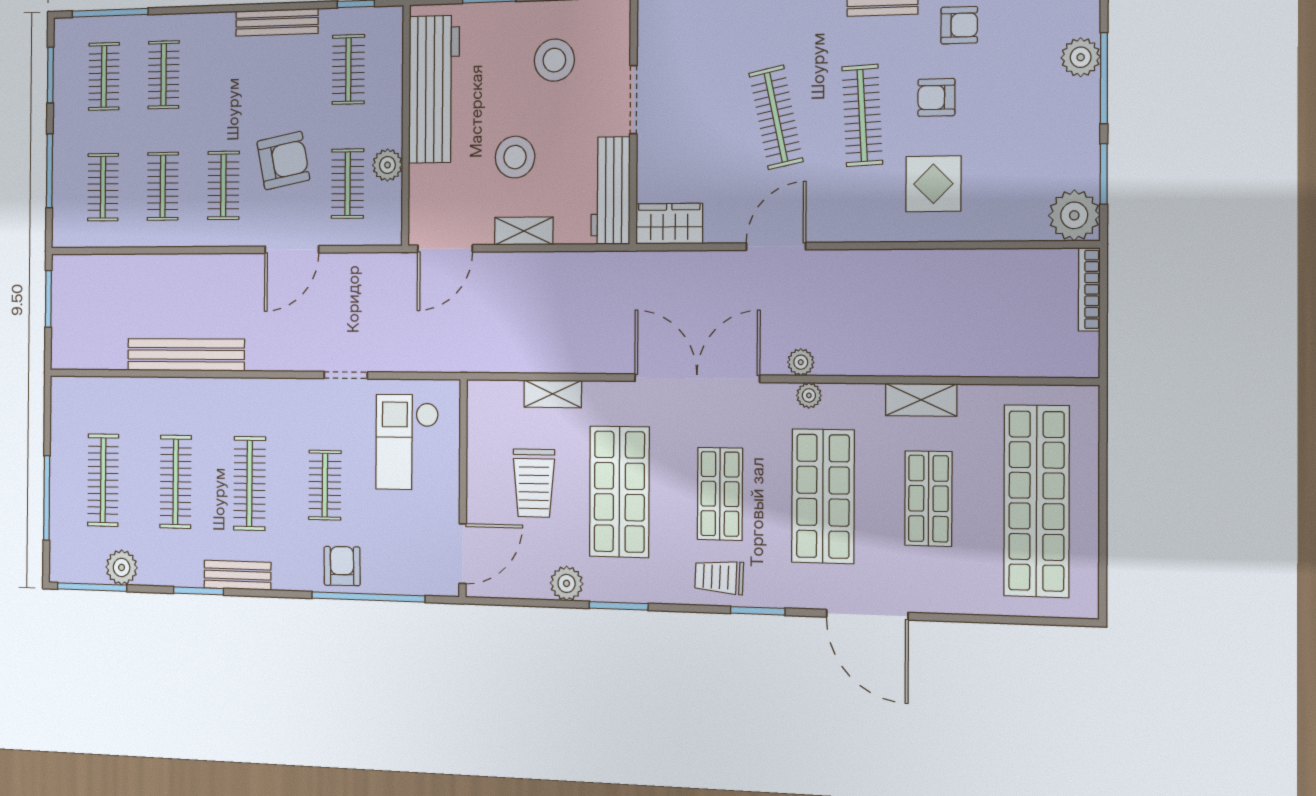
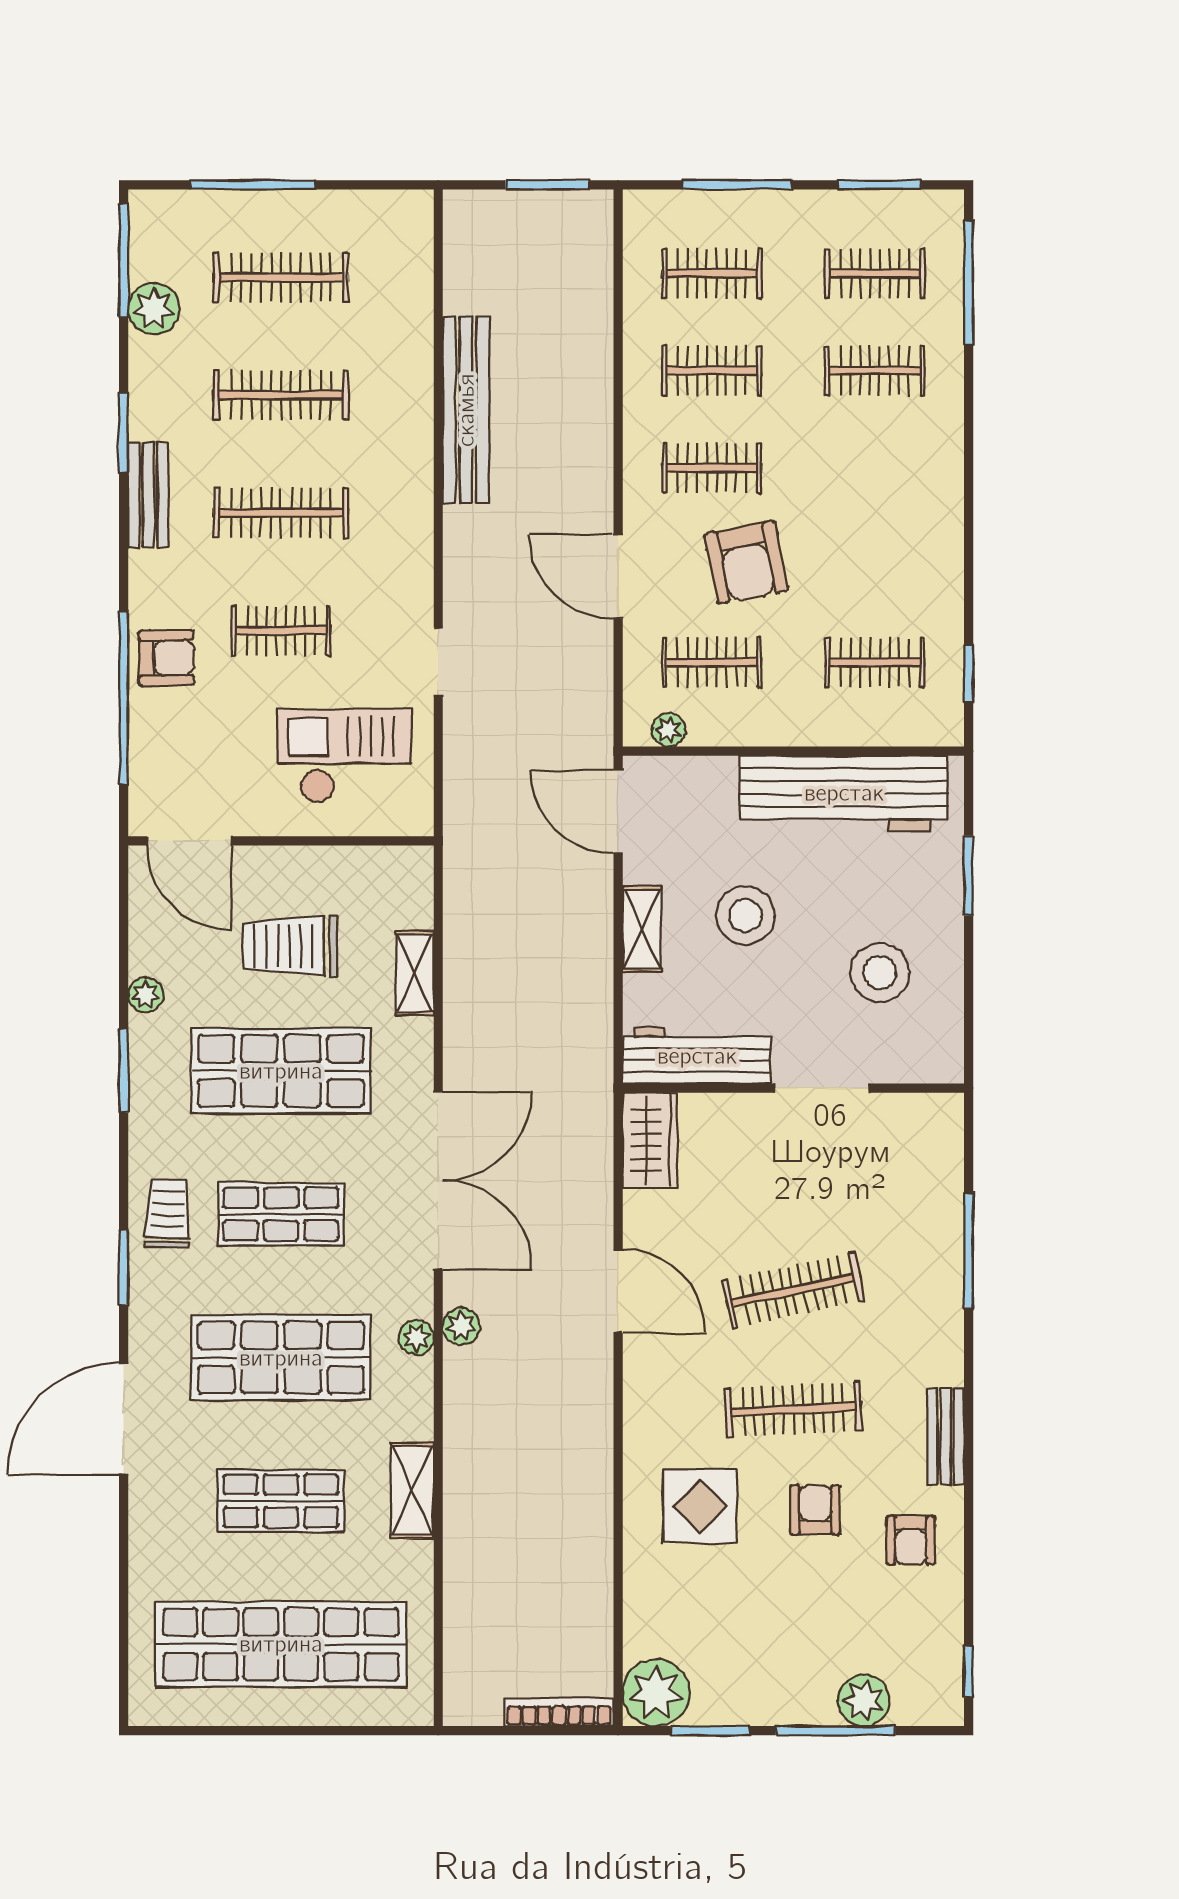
bench: (277, 22) -> (946, 550), removed
plant: (387, 165) -> (669, 730), moved, width x0.73, depth x0.73
plant: (567, 583) -> (146, 995), width x0.73, depth x0.73

